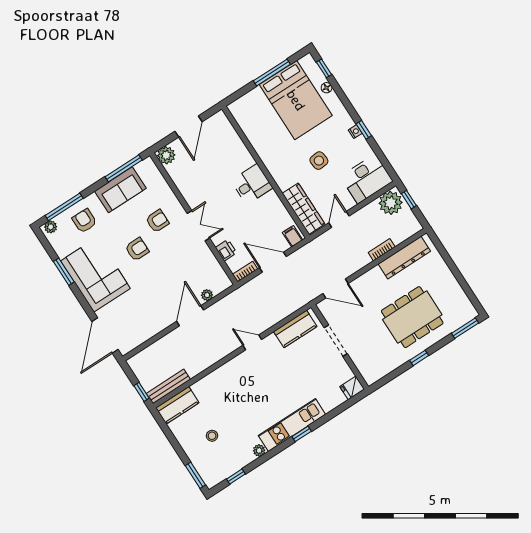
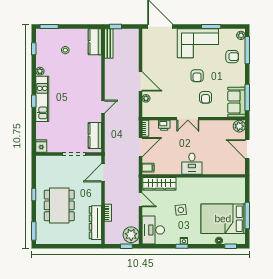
sofa: (120, 190) -> (237, 102), moved

